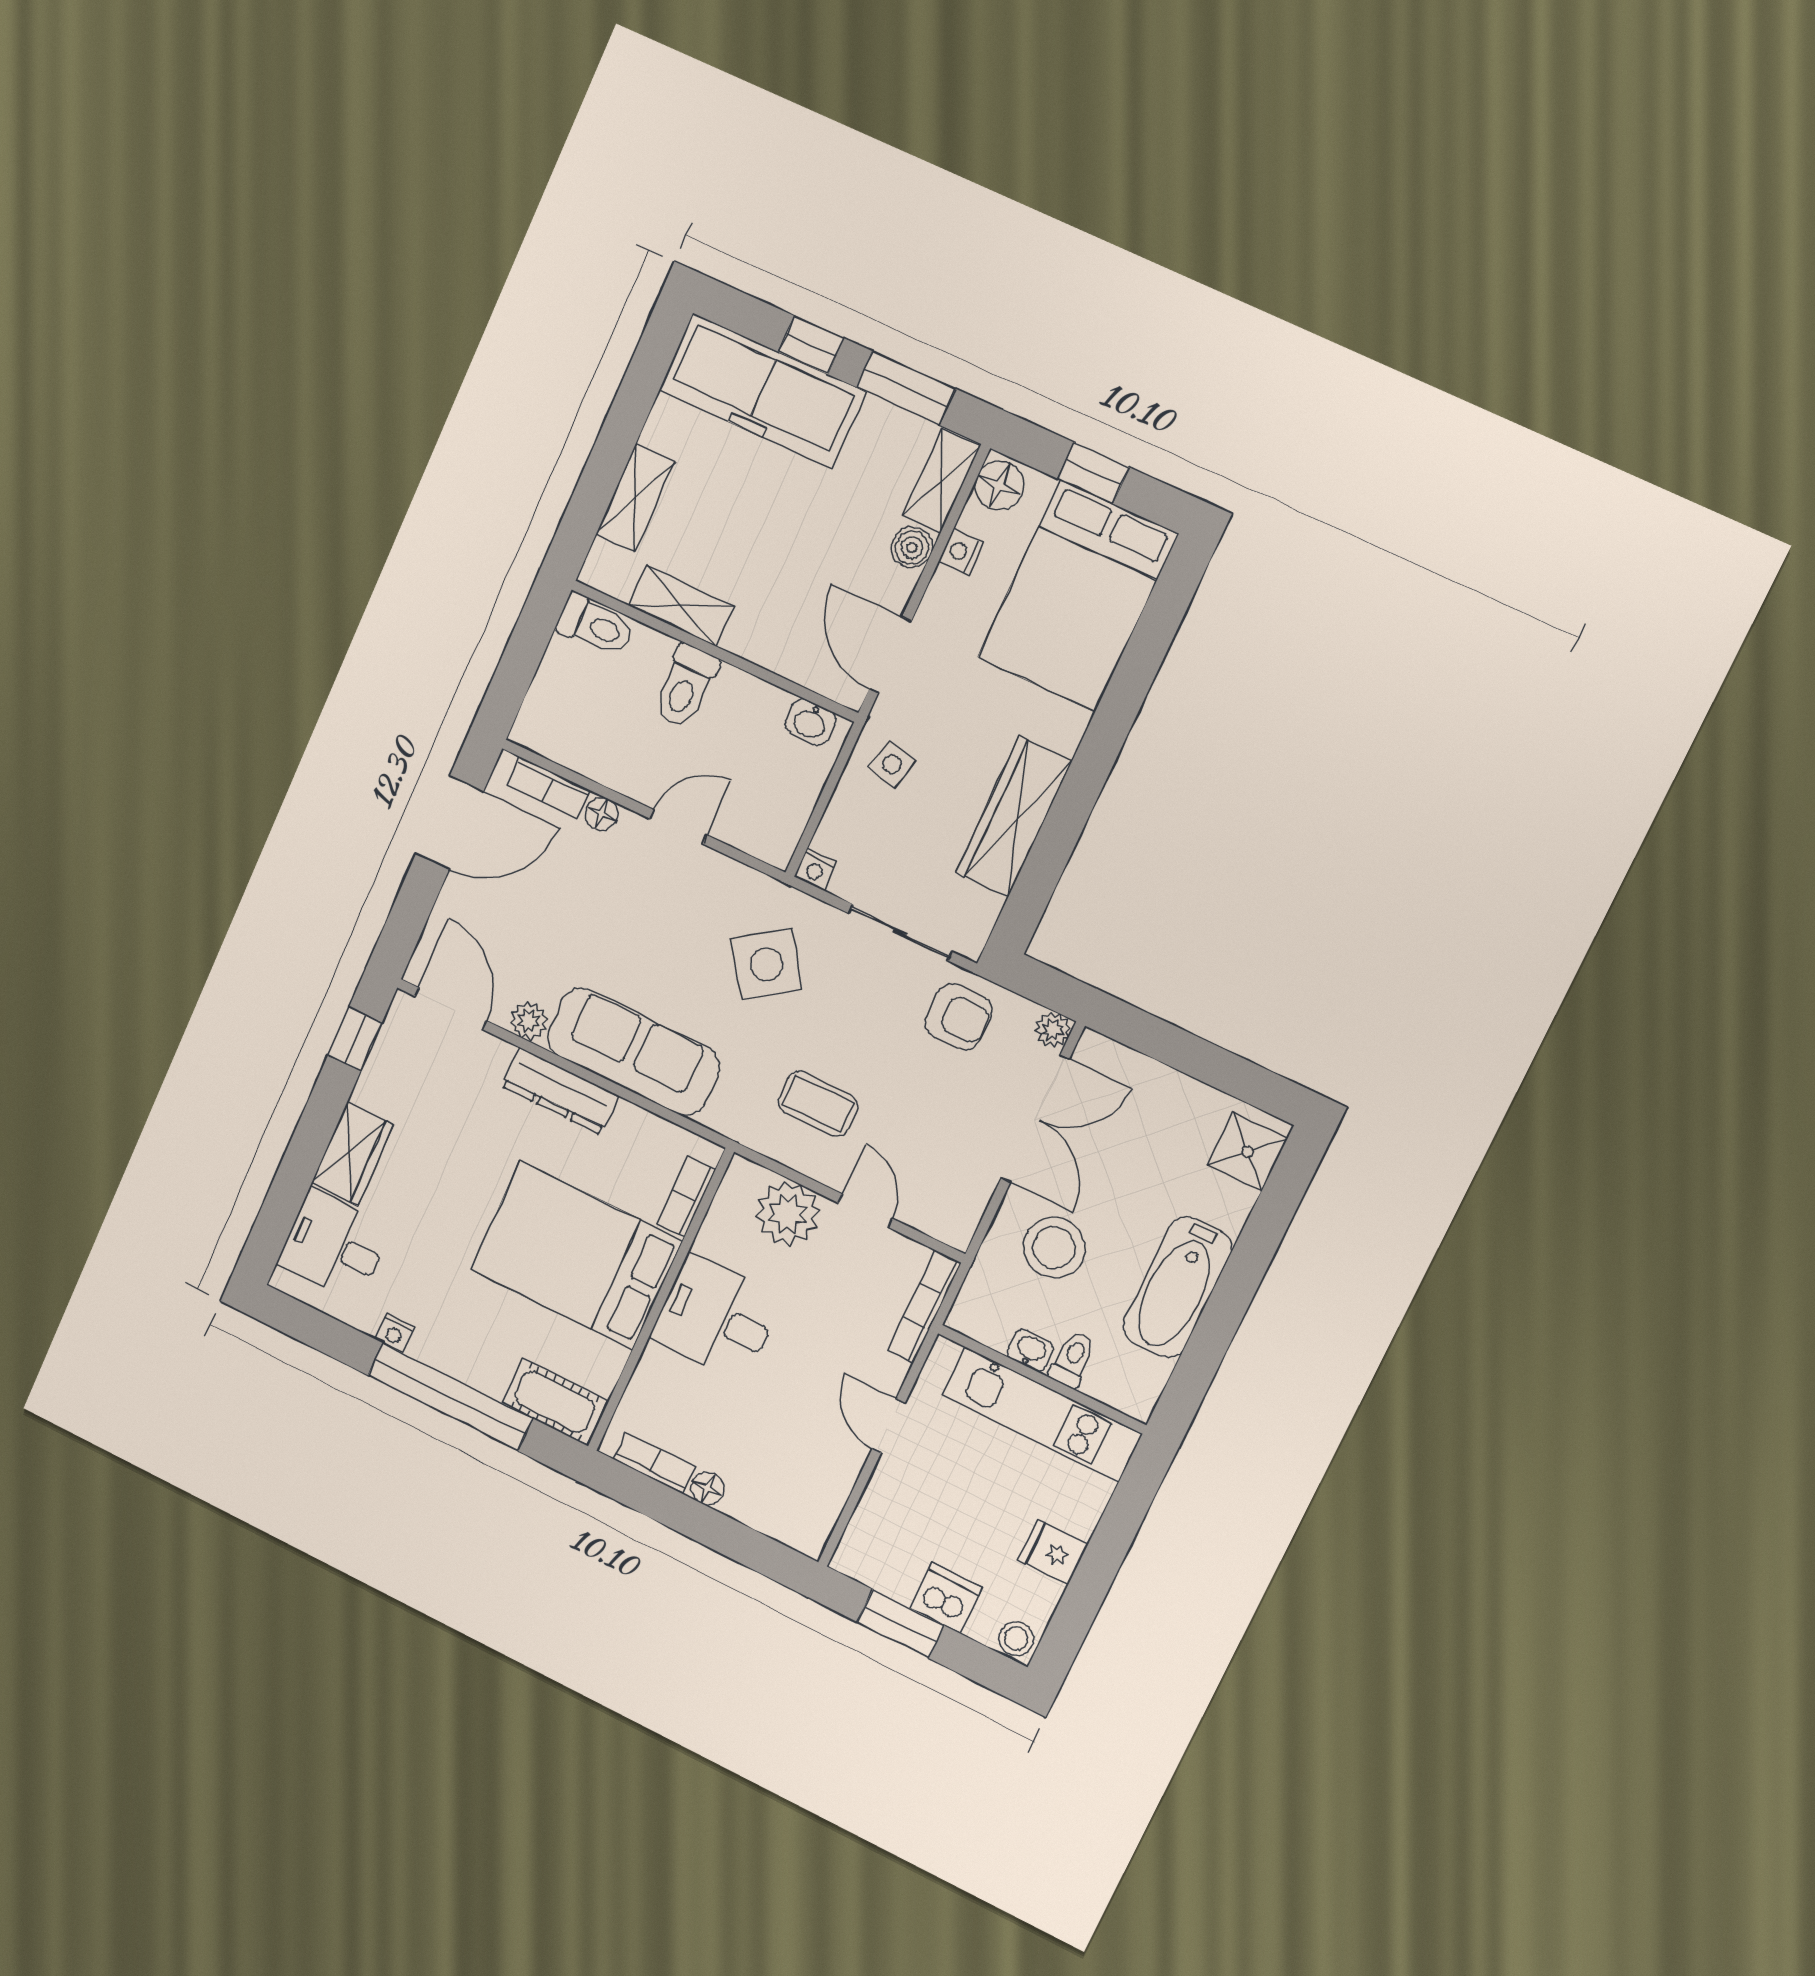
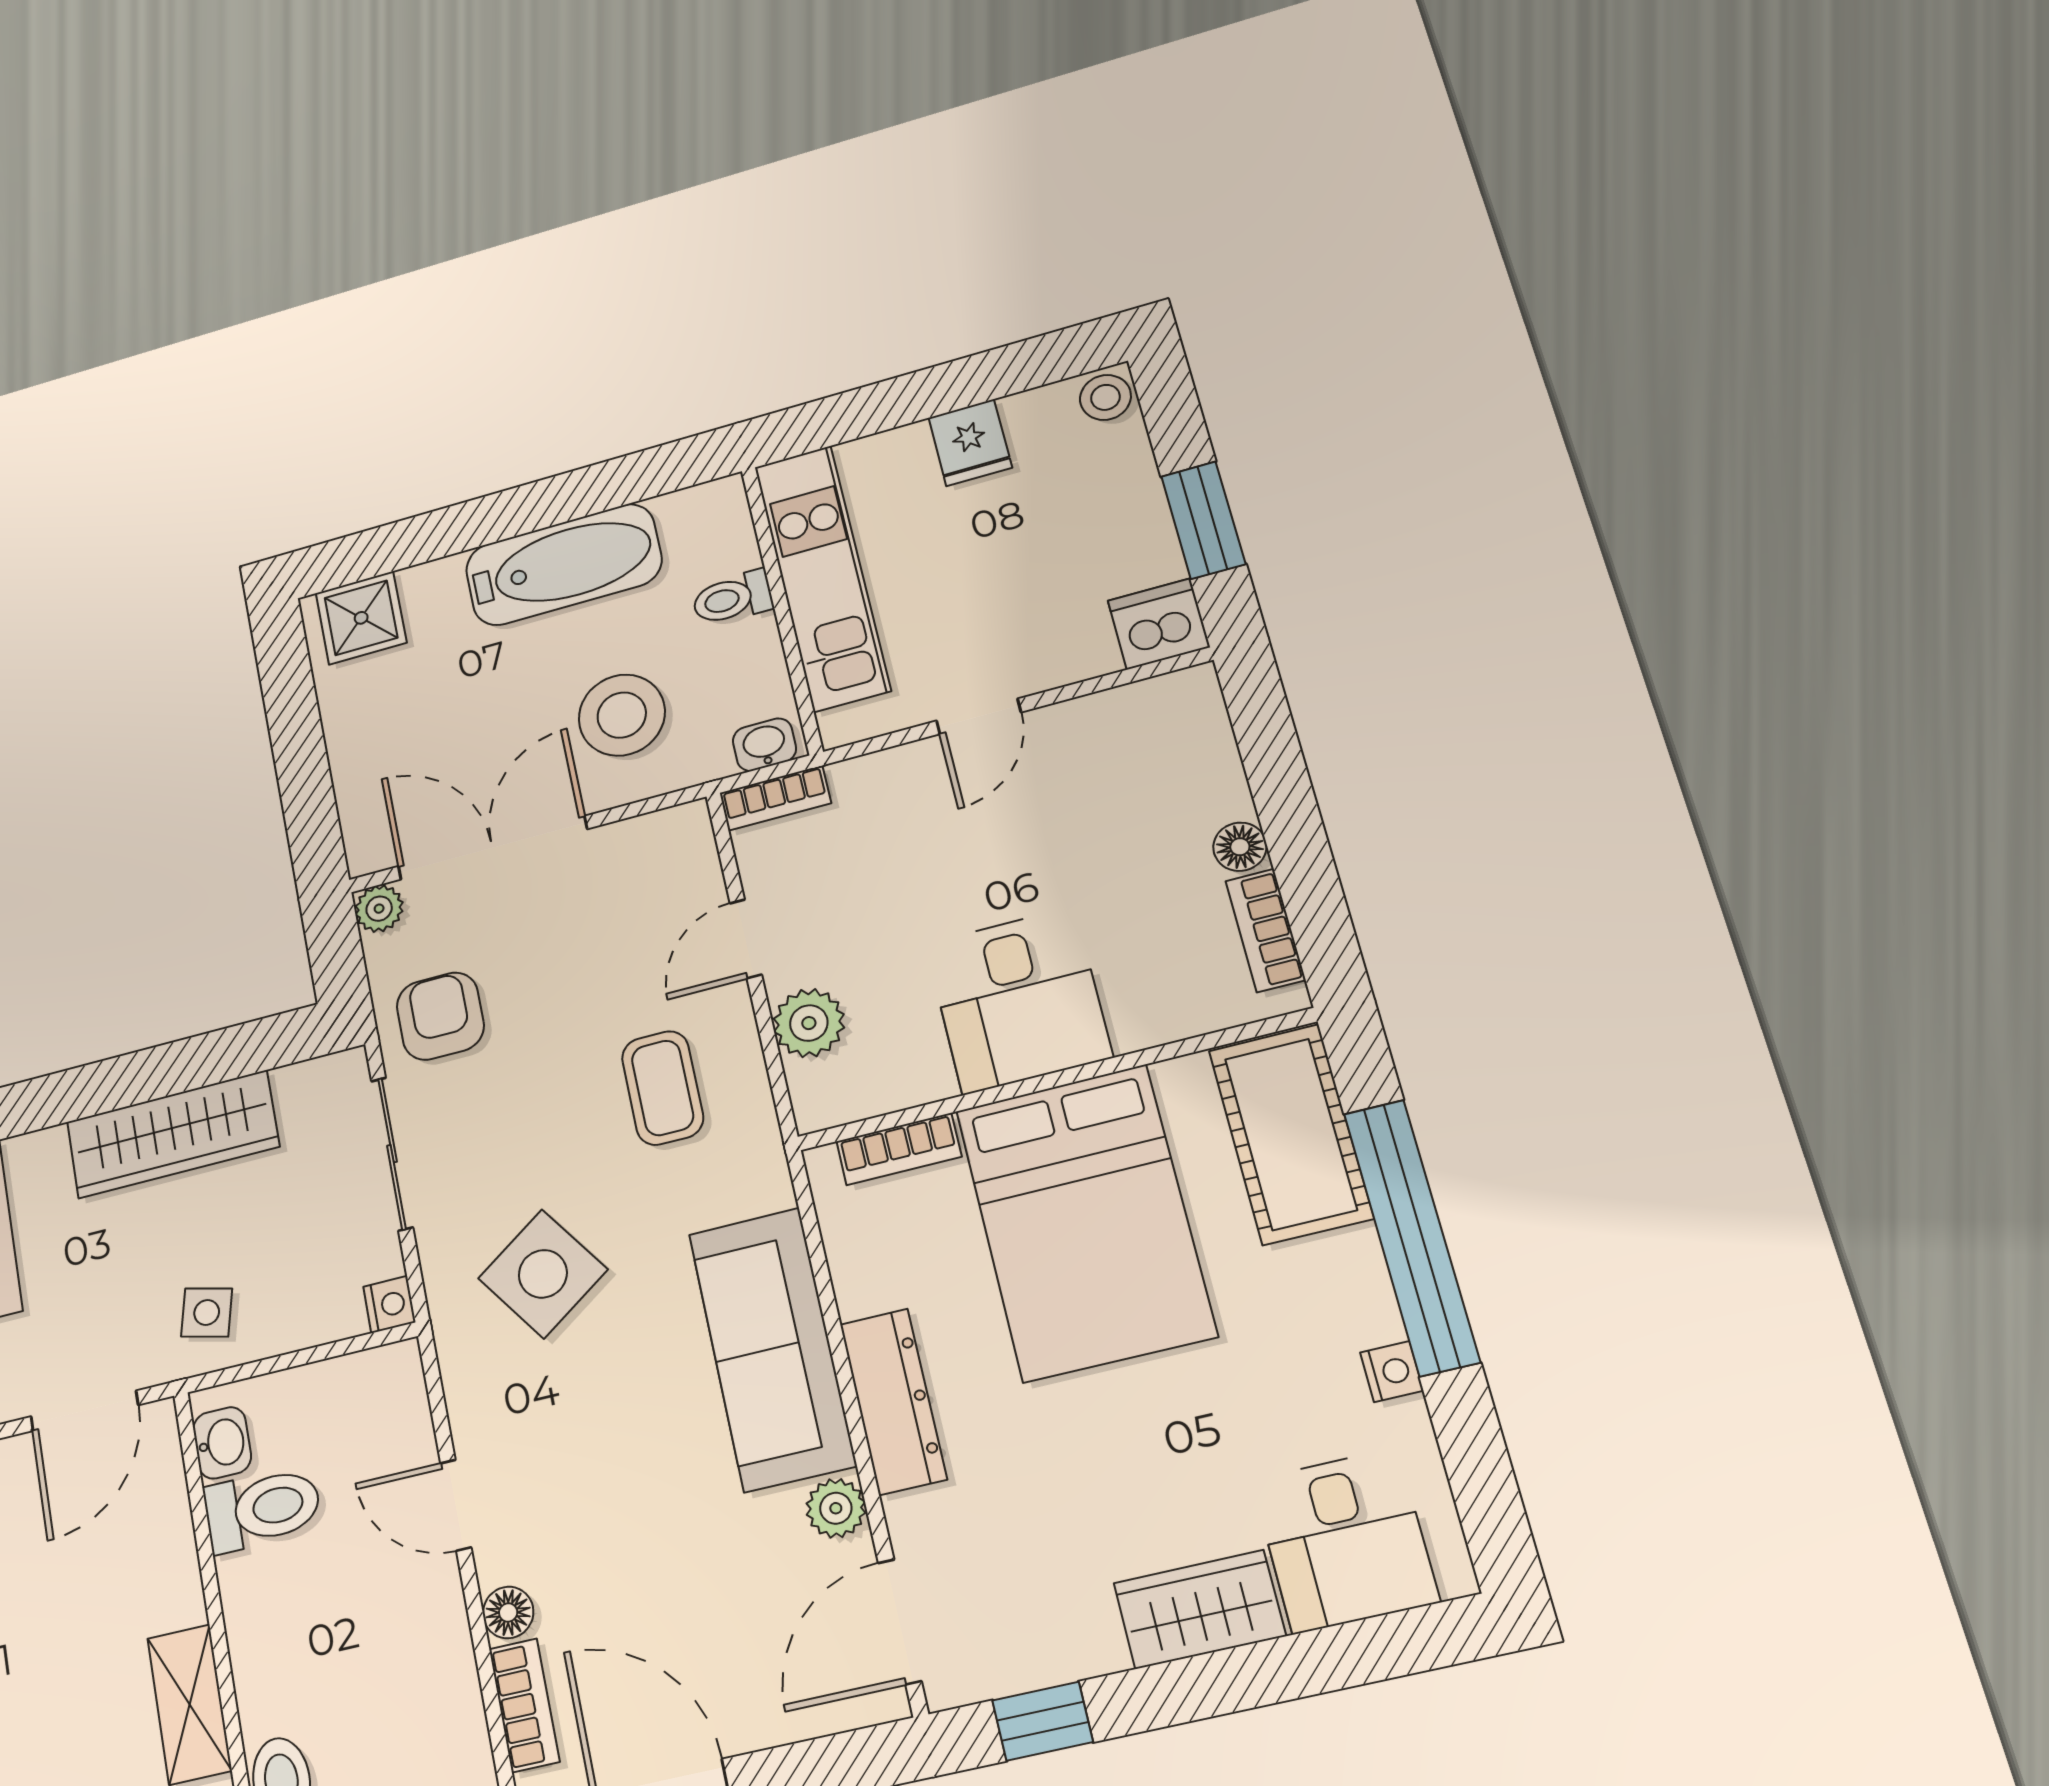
toilet: (685, 686) -> (262, 1509), moved
plant: (788, 1214) -> (809, 1023), width x0.73, depth x0.73
bookcase: (924, 1306) -> (775, 798), width x0.64
washbasin: (1031, 1350) -> (764, 745), moved, turned 90
cot: (555, 1402) -> (1291, 1134), width x1.37, depth x1.34
dishwasher: (946, 1598) -> (1159, 624), moved, turned 90

